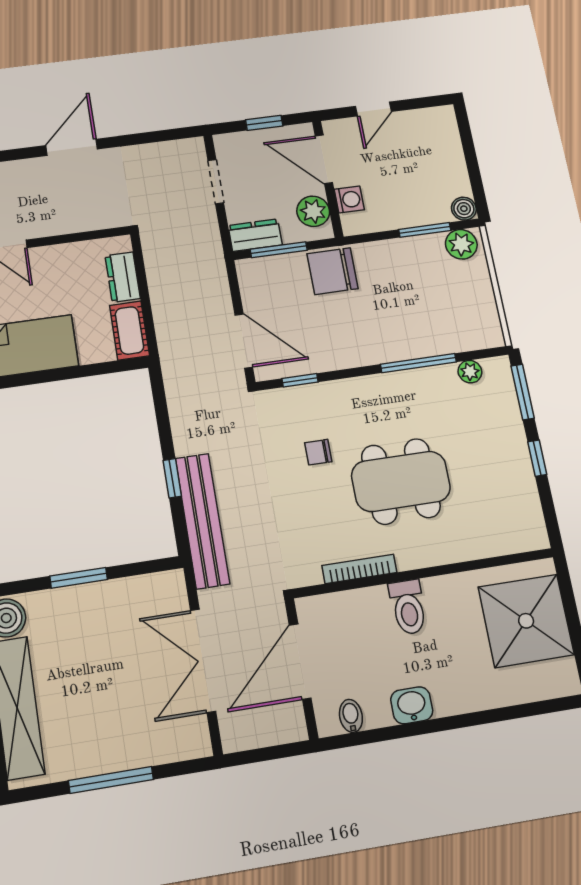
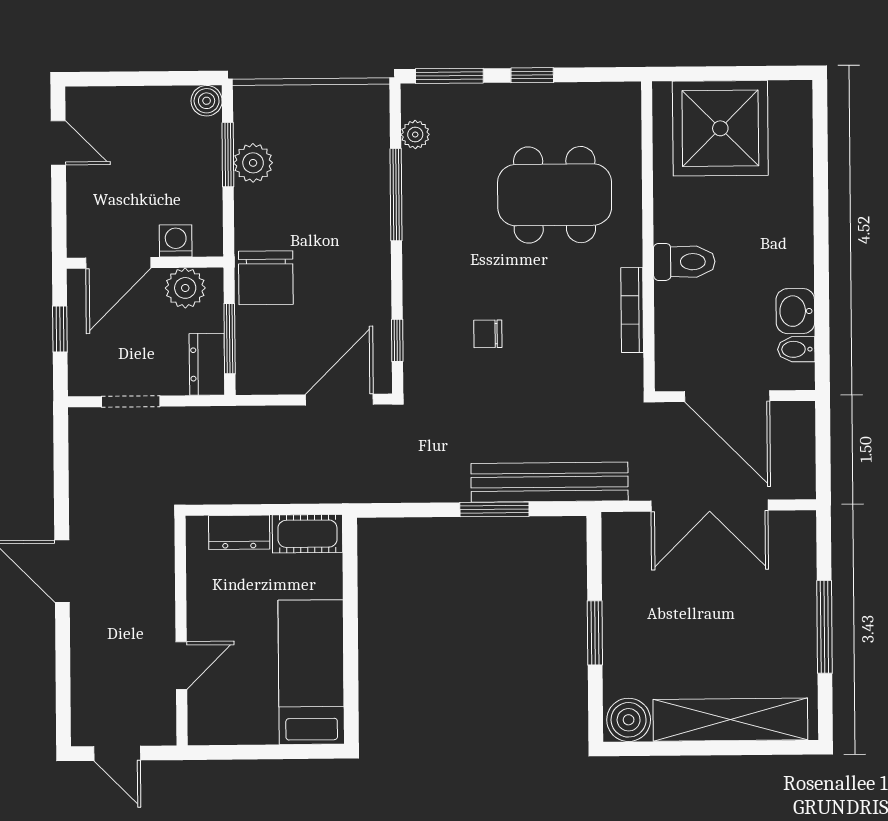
door: (373, 109) -> (58, 143), moved
plant: (461, 244) -> (253, 163), moved
chair: (318, 452) -> (488, 334), turned 90
window: (172, 478) -> (494, 509), width x1.50
dining table: (401, 481) -> (555, 195), moved, turned 90
washbasin: (412, 705) -> (795, 311), moved

